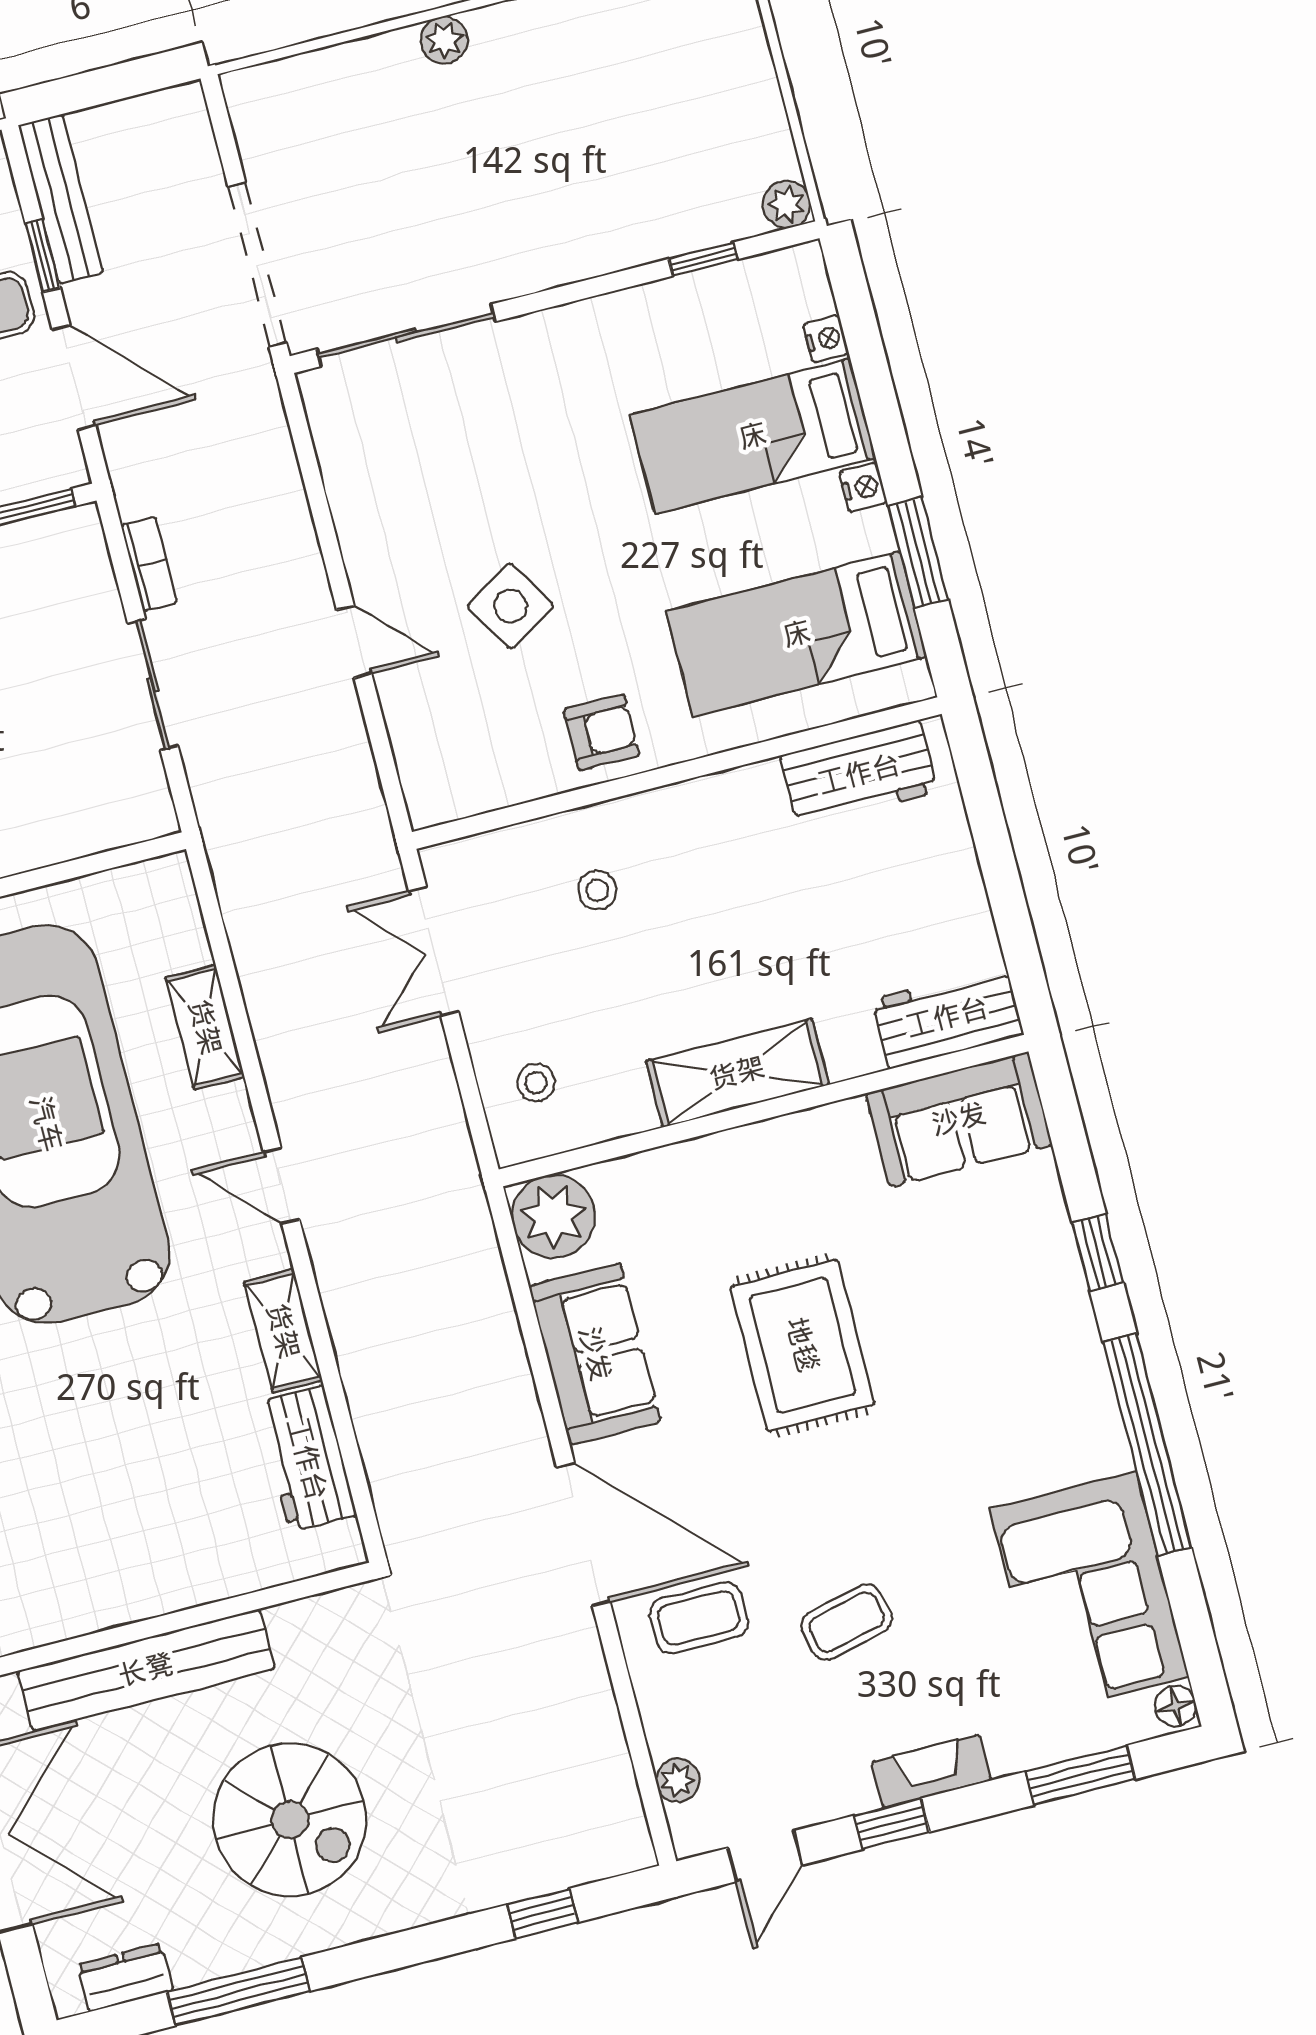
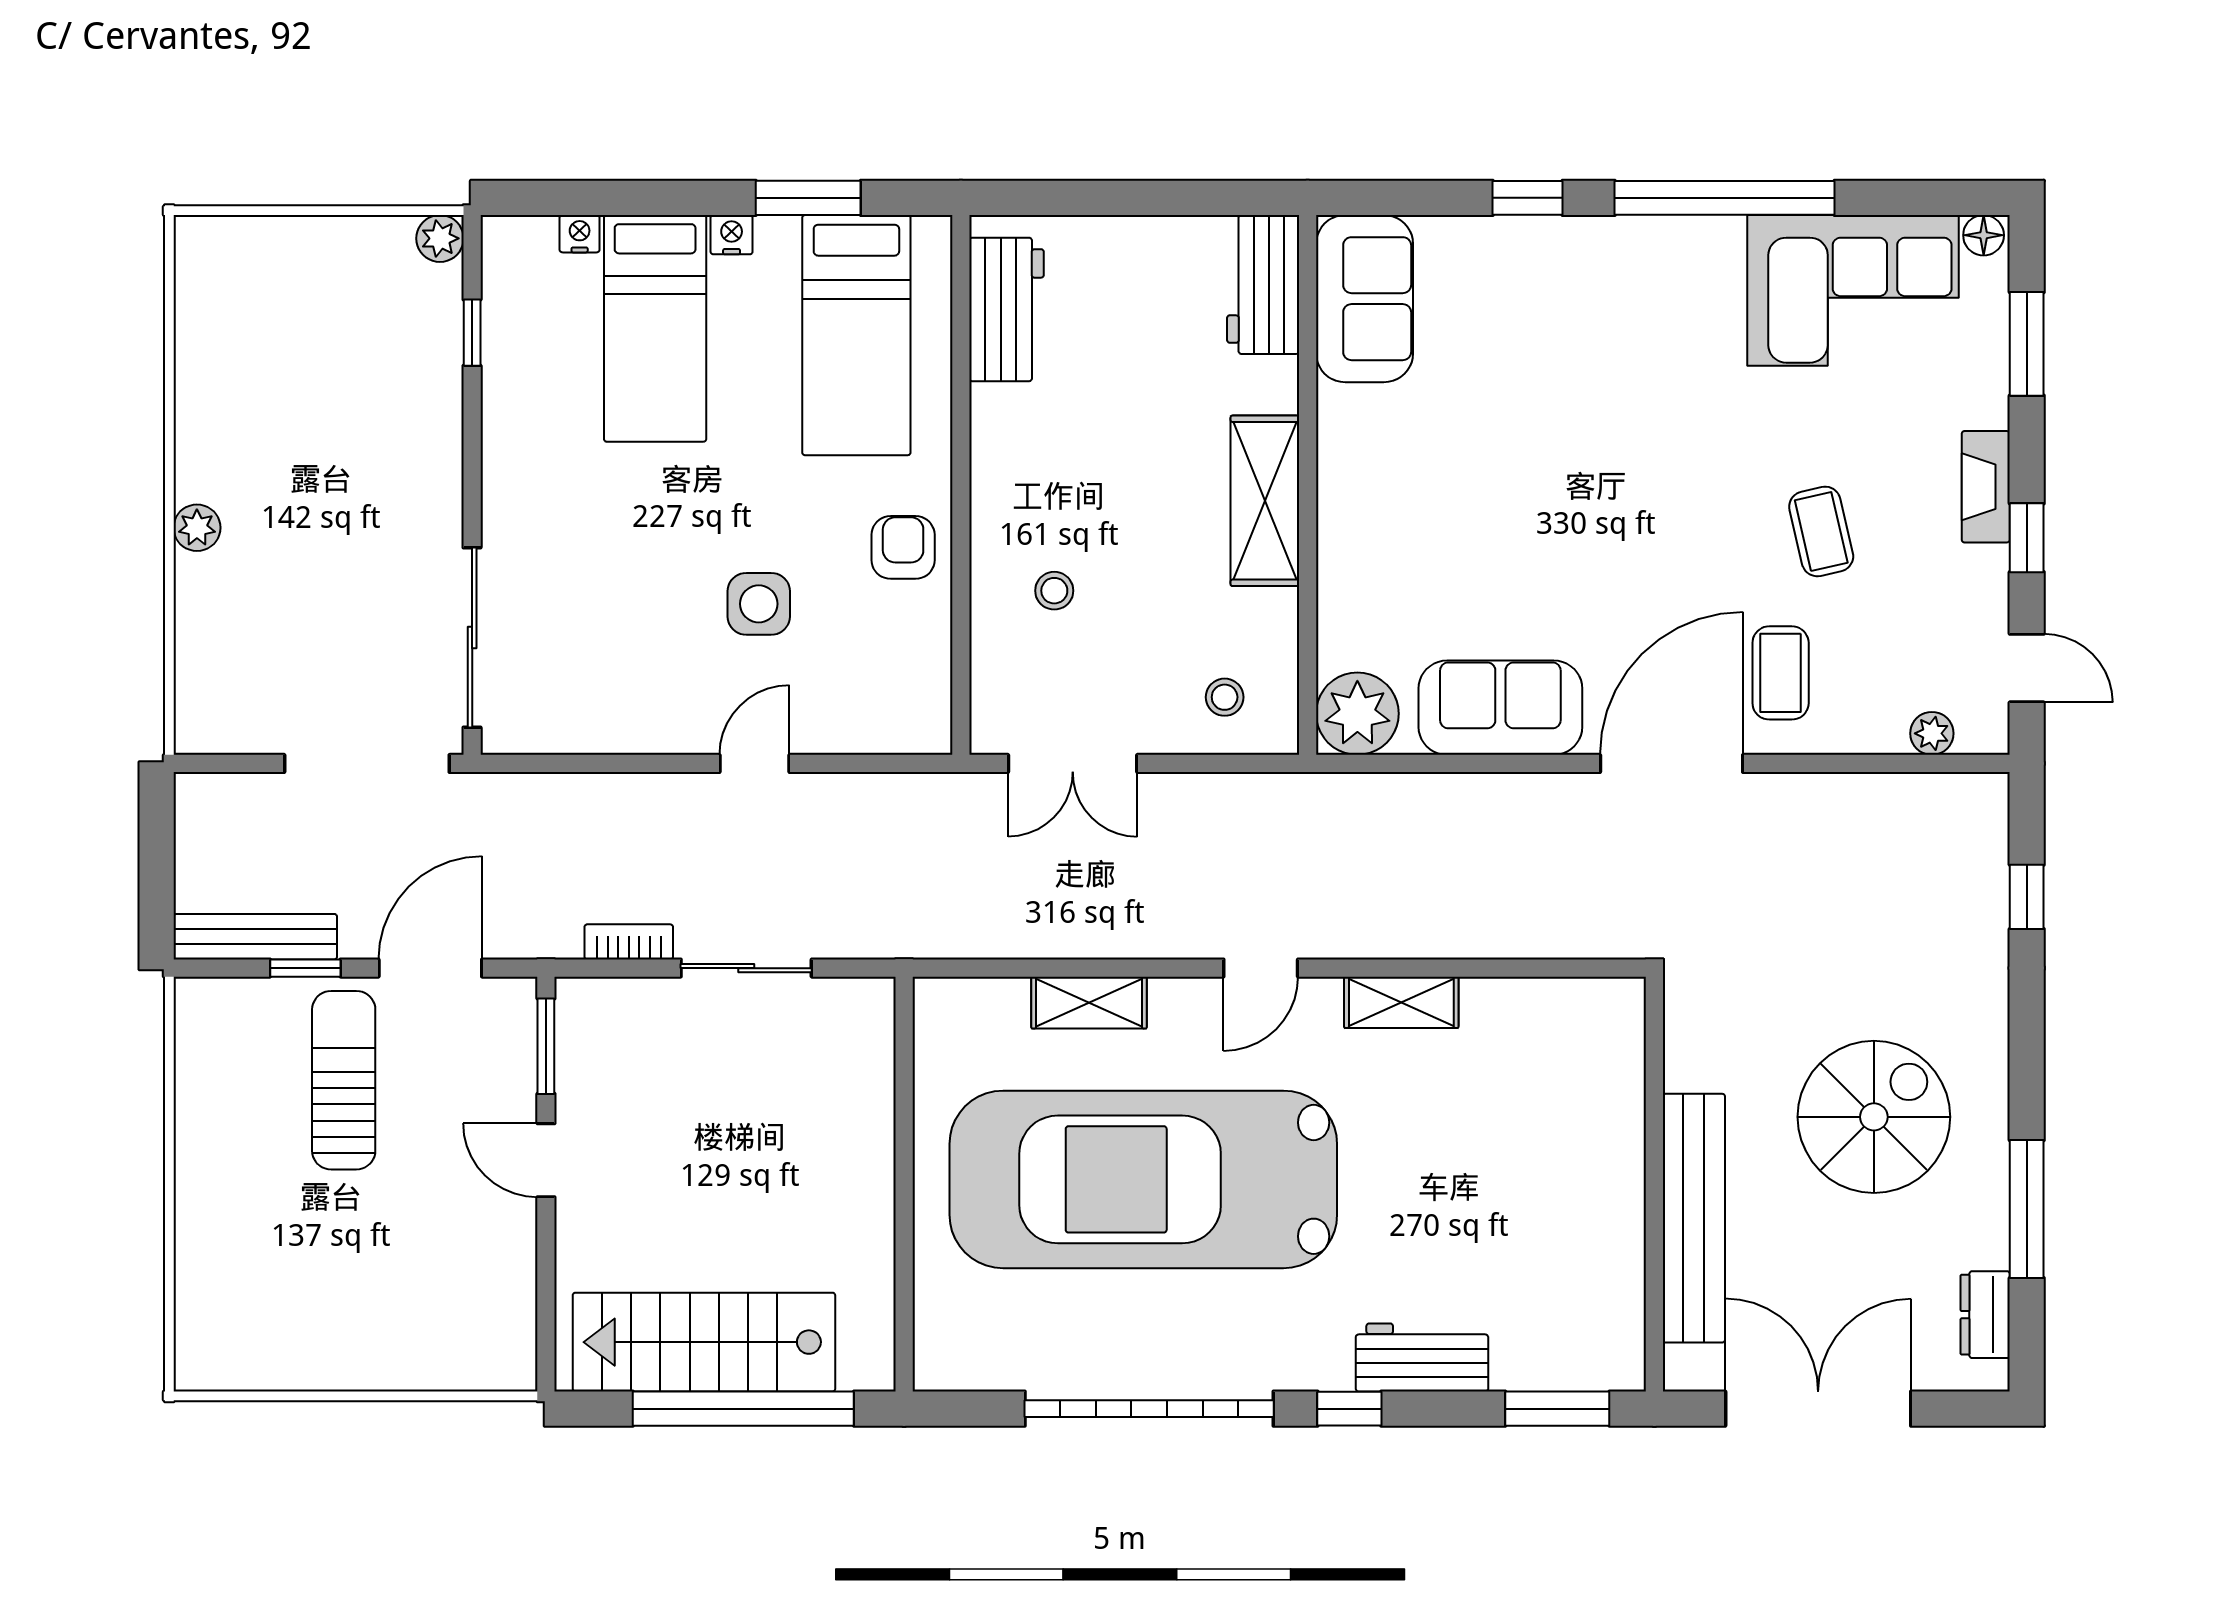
side table: (511, 606) -> (759, 604), turned 31
rug: (802, 1345) -> (1544, 506), removed
workbench: (307, 1459) -> (1530, 1011), removed

